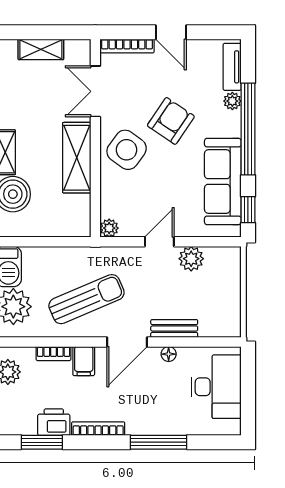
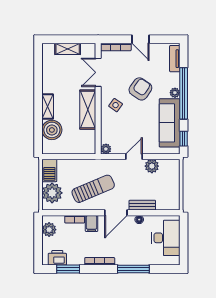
plant: (232, 101) -> (175, 93), moved
side table: (127, 150) -> (116, 105), width x0.54, depth x0.54
printer: (54, 422) -> (57, 258), moved

